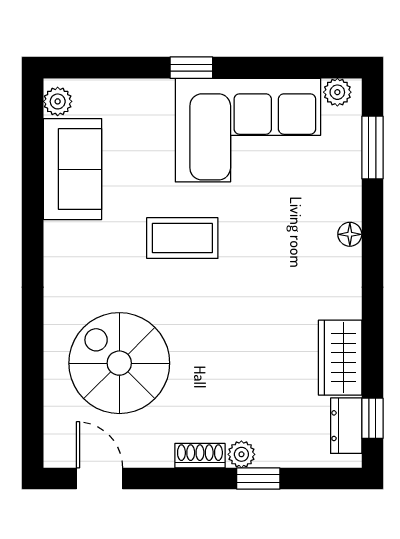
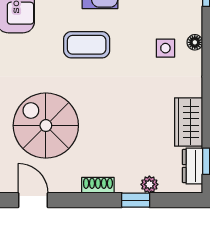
side table: (304, 243) -> (165, 48), added
plant: (241, 454) -> (149, 184), moved

